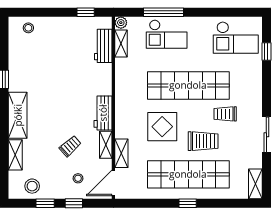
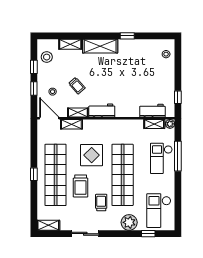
plant: (252, 77) -> (129, 222), added

